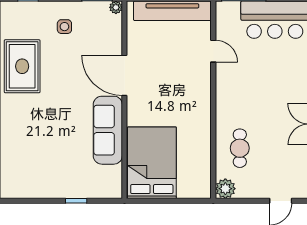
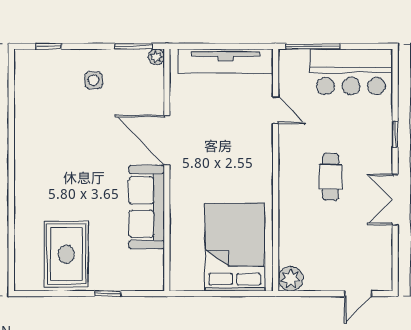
rug: (22, 66) -> (66, 254), moved
cafe table: (240, 148) -> (331, 177), moved
bed: (152, 163) -> (235, 247), moved

